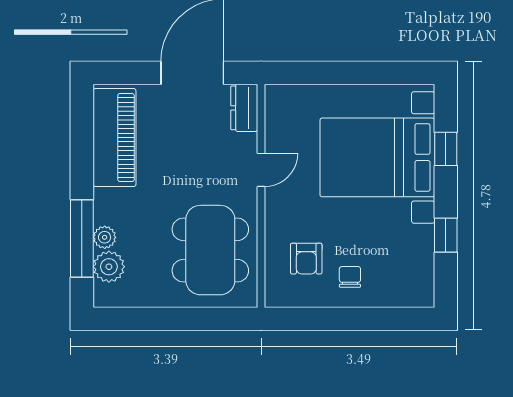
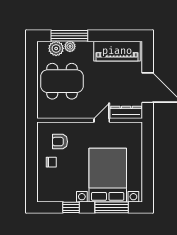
dresser: (244, 108) -> (126, 112), width x1.44
window: (446, 149) -> (112, 207), width x2.17
door: (261, 170) -> (102, 120), swing flipped
dining table: (210, 250) -> (62, 81), moved

